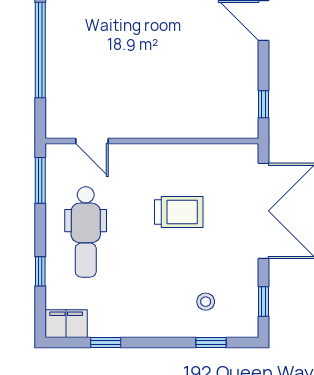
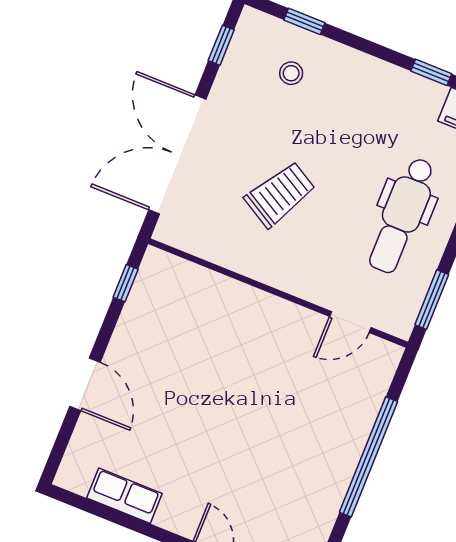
door: (92, 141) -> (350, 322), swing flipped
trolley: (179, 212) -> (280, 194), turned 120
dental chair: (86, 232) -> (402, 215), turned 180

